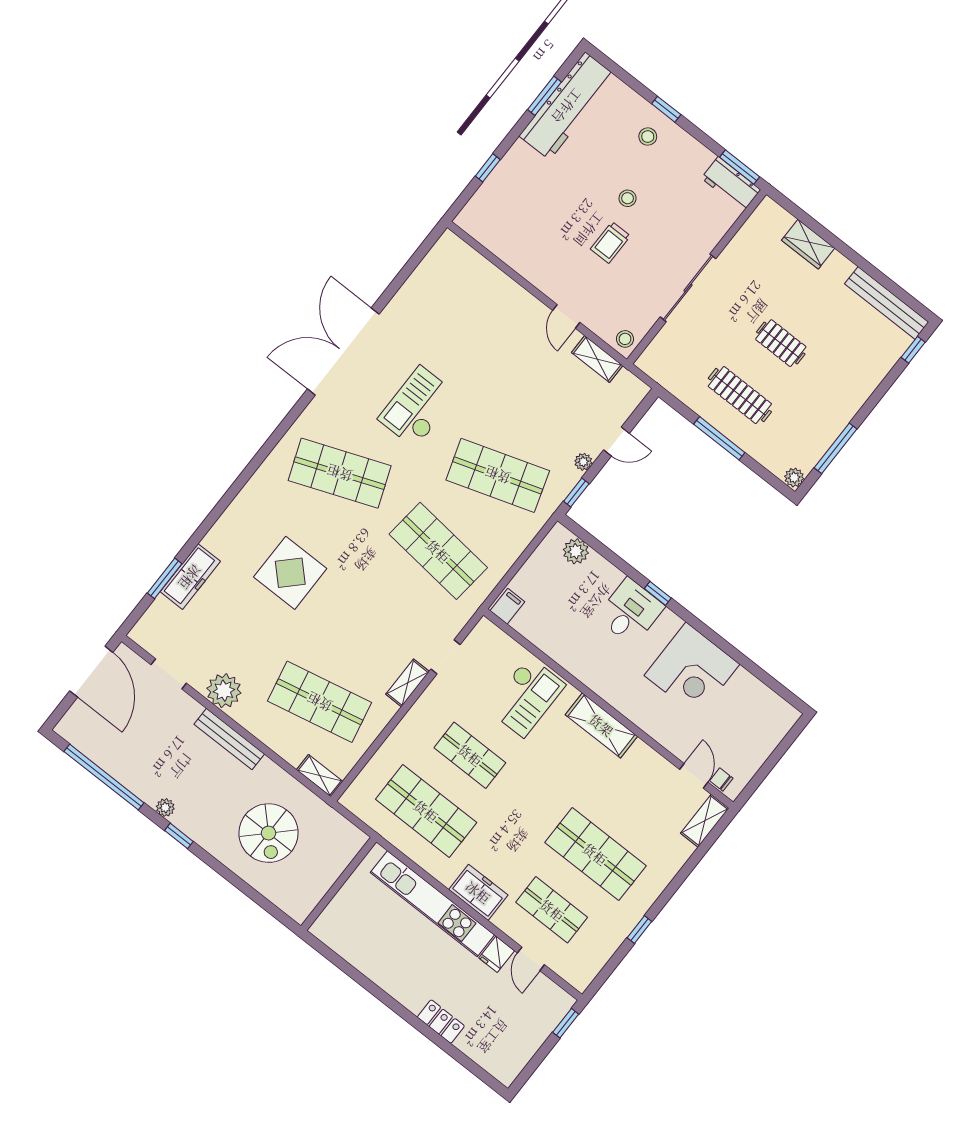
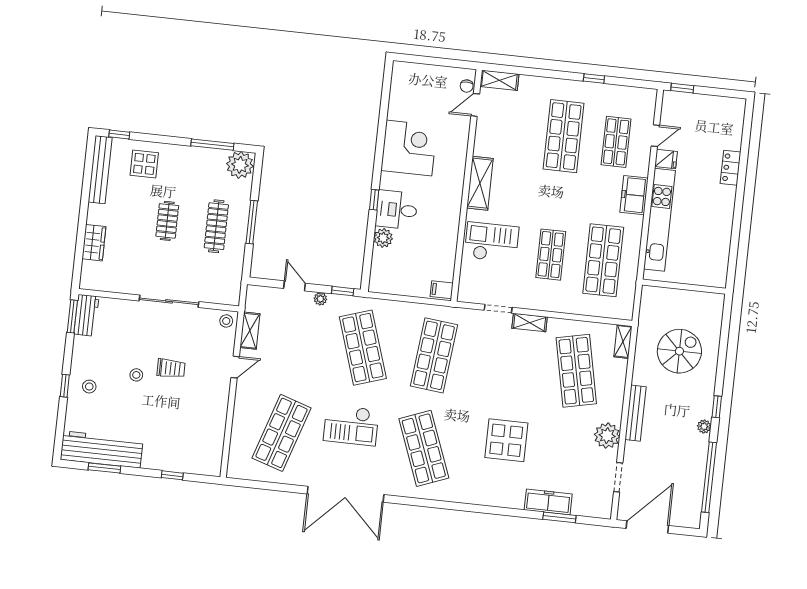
shop shelf: (458, 322) -> (282, 433), added
display table: (862, 357) -> (144, 164), added
plant: (794, 477) -> (240, 165), width x1.88, depth x1.88
plant: (576, 551) -> (383, 238), moved

